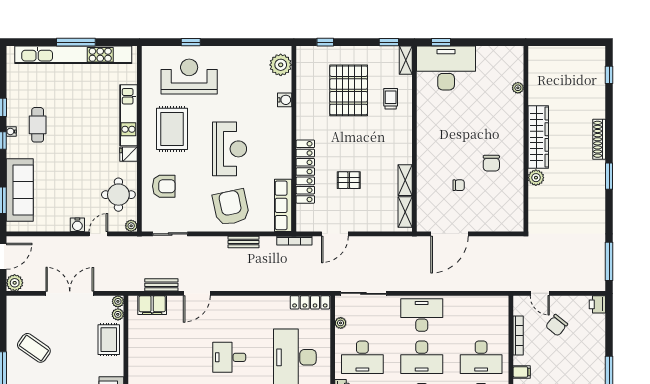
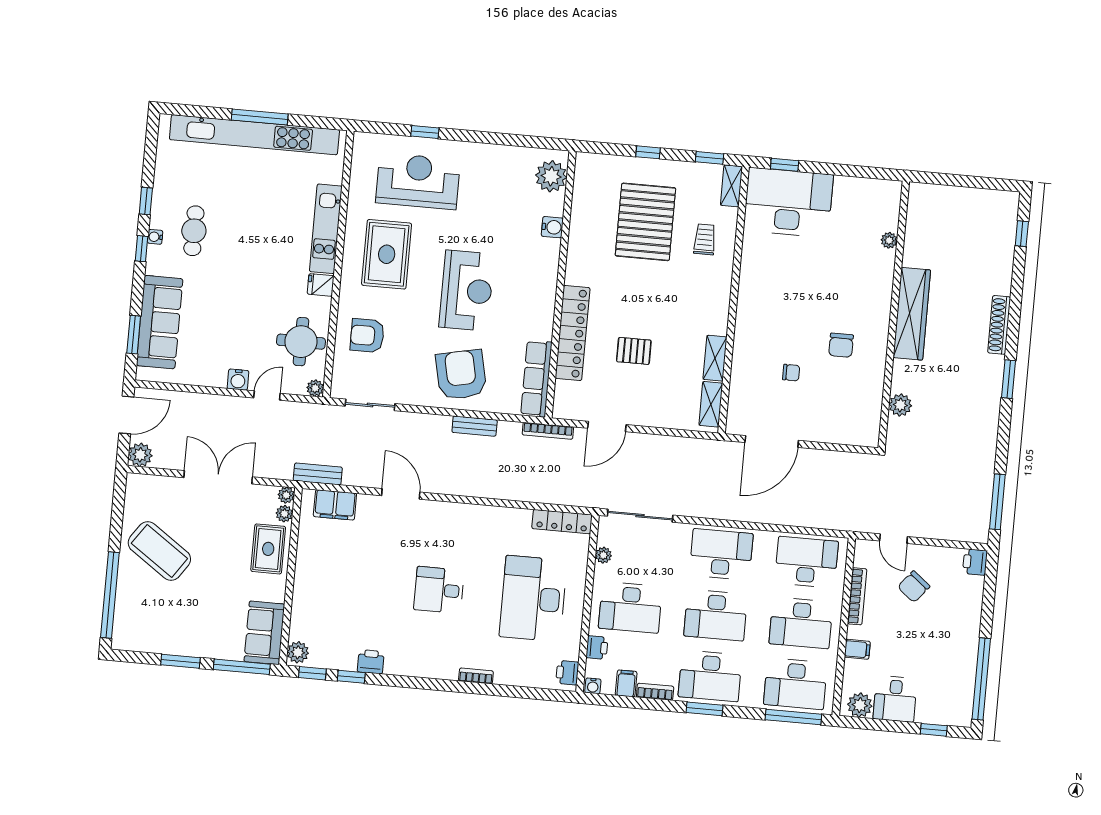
window: (325, 42) -> (648, 152), moved
plant: (536, 178) -> (900, 405), moved
armchair: (164, 186) -> (367, 336), turned 180
bench: (161, 285) -> (318, 474), moved
door: (197, 293) -> (401, 494), swing flipped
desk: (481, 315) -> (806, 562), added
coffee table: (34, 348) -> (159, 551), width x1.36, depth x1.32

